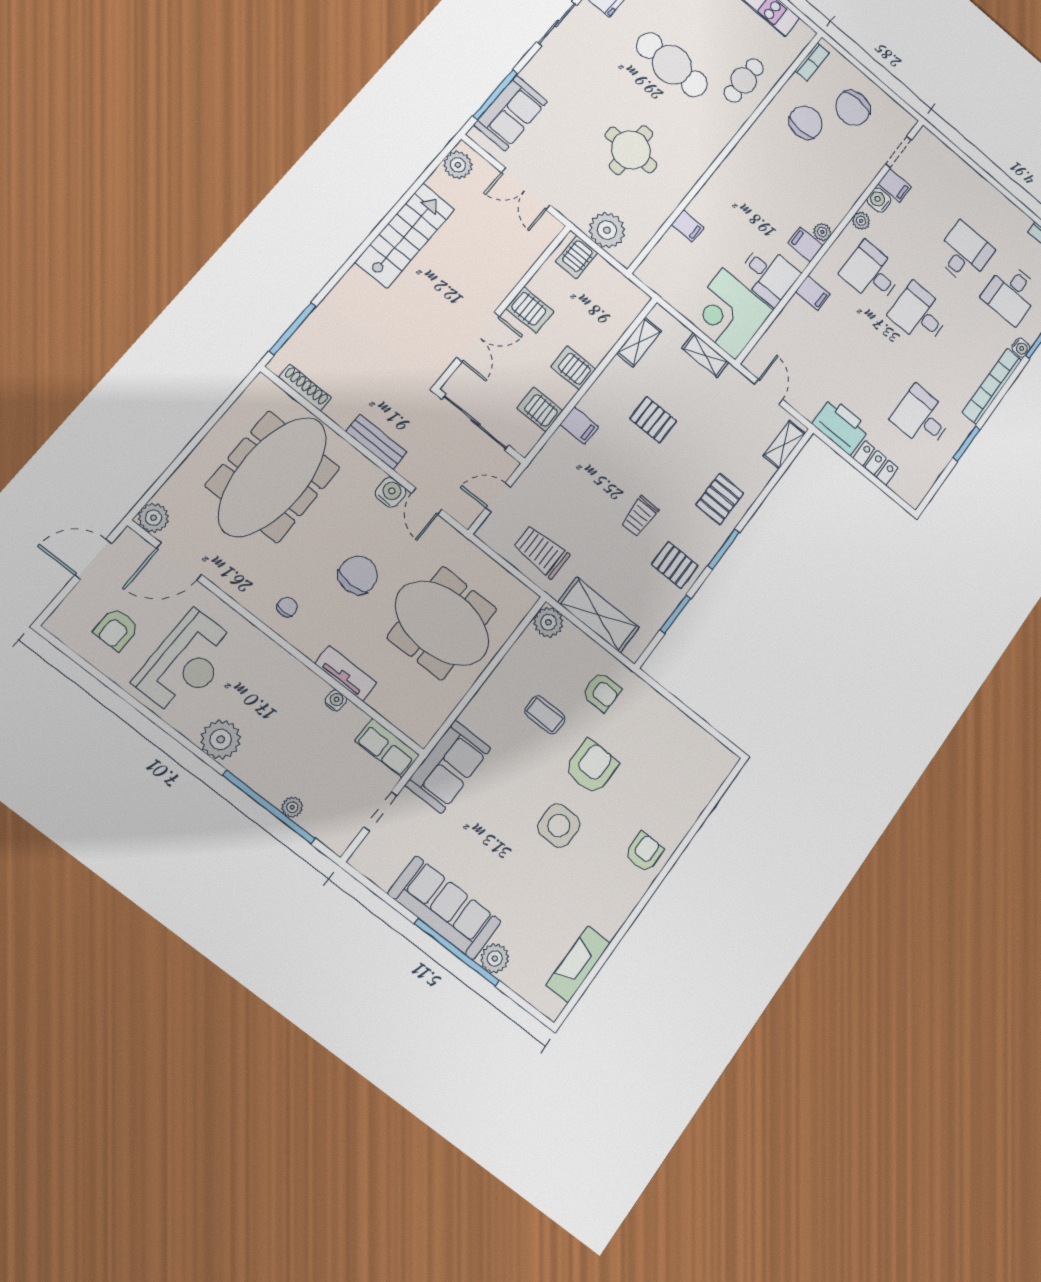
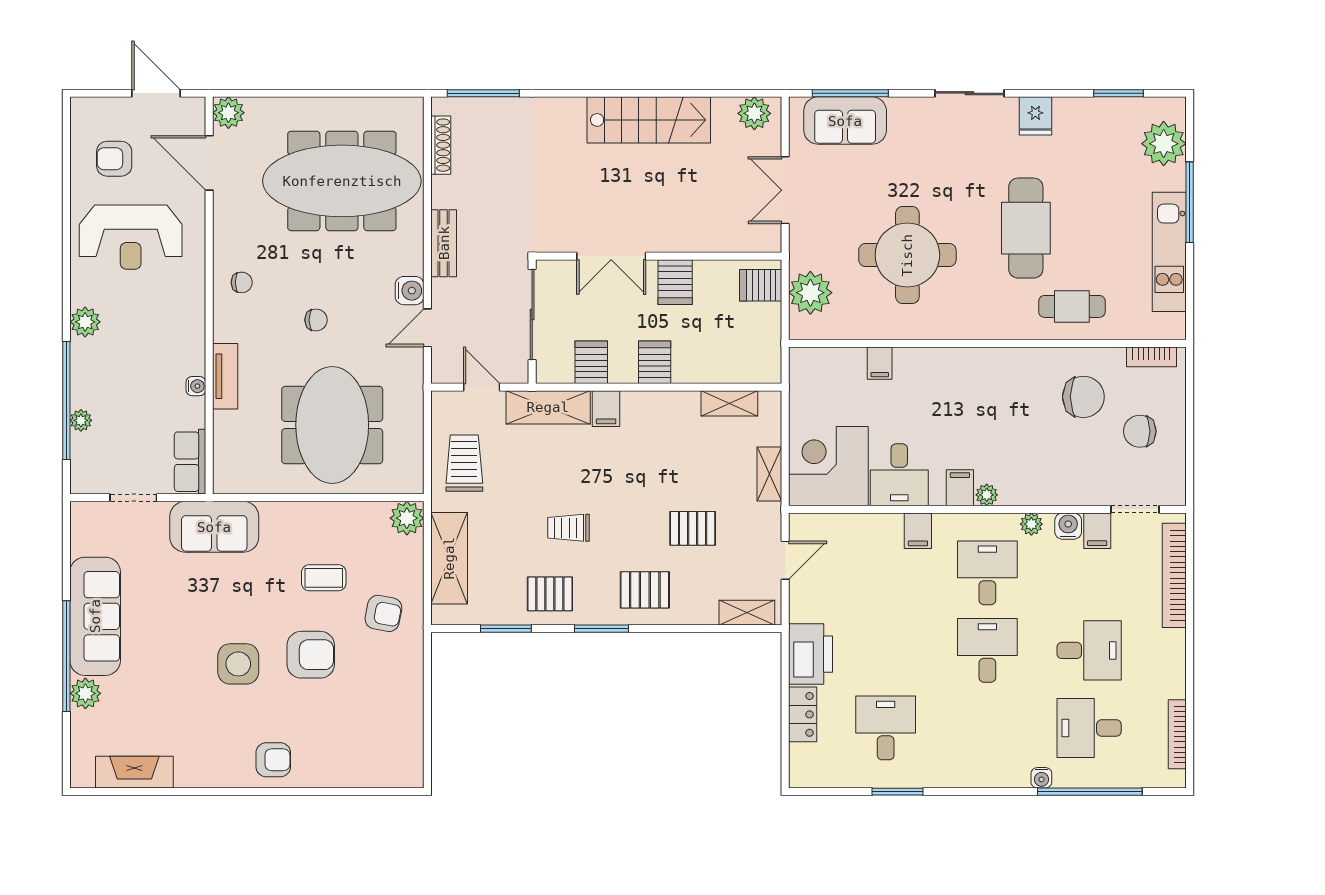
chair: (853, 108) -> (1140, 431), width x0.73, depth x0.73
round table: (631, 150) -> (907, 255), width x1.36, depth x1.36
bookcase: (992, 386) -> (1174, 575), moved, turned -90
pallet: (653, 420) -> (693, 528), moved, turned 90
shelving: (548, 463) -> (548, 407), added
pallet: (675, 565) -> (550, 594), turned 90
chair: (358, 575) -> (316, 320), width x0.54, depth x0.54
armchair: (602, 692) -> (383, 613), turned -79
coffee table: (545, 715) -> (324, 578), turned 90
plant: (221, 739) -> (85, 322), width x0.73, depth x0.73

